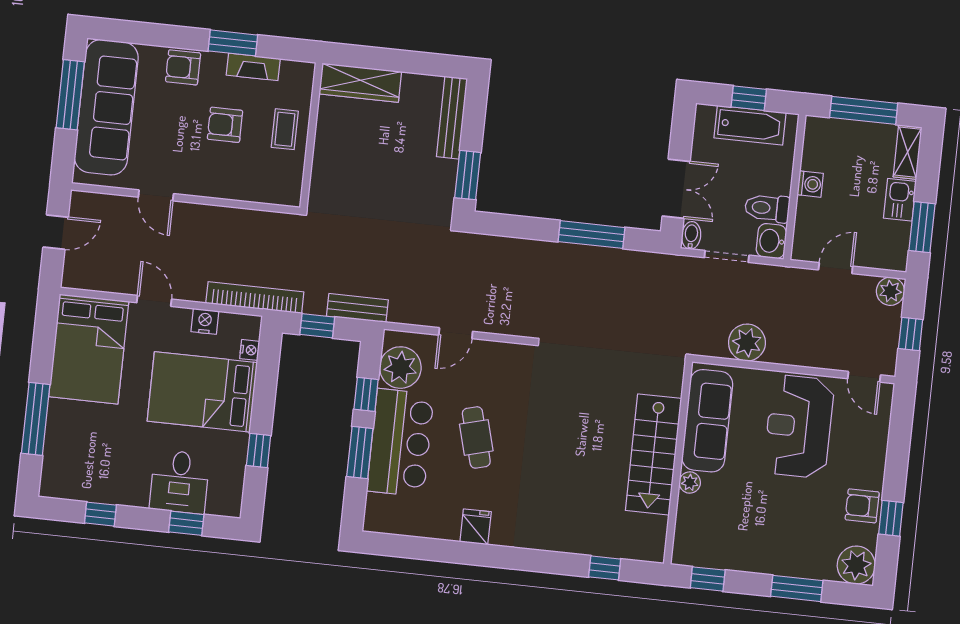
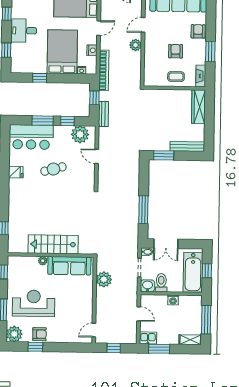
fireplace: (253, 67) -> (201, 76), moved
bathtub: (750, 125) -> (193, 272), width x1.36, depth x1.36
kitchen sink: (900, 200) -> (148, 338), moved
plant: (890, 291) -> (136, 45), moved
reception desk: (799, 426) -> (34, 303), moved
bar counter: (400, 443) -> (31, 137), moved
desk: (180, 482) -> (24, 31), moved
armchair: (862, 506) -> (39, 334), turned 90

